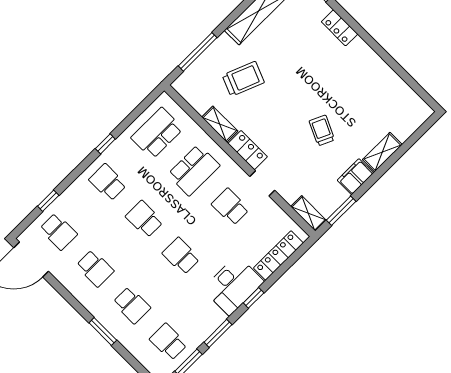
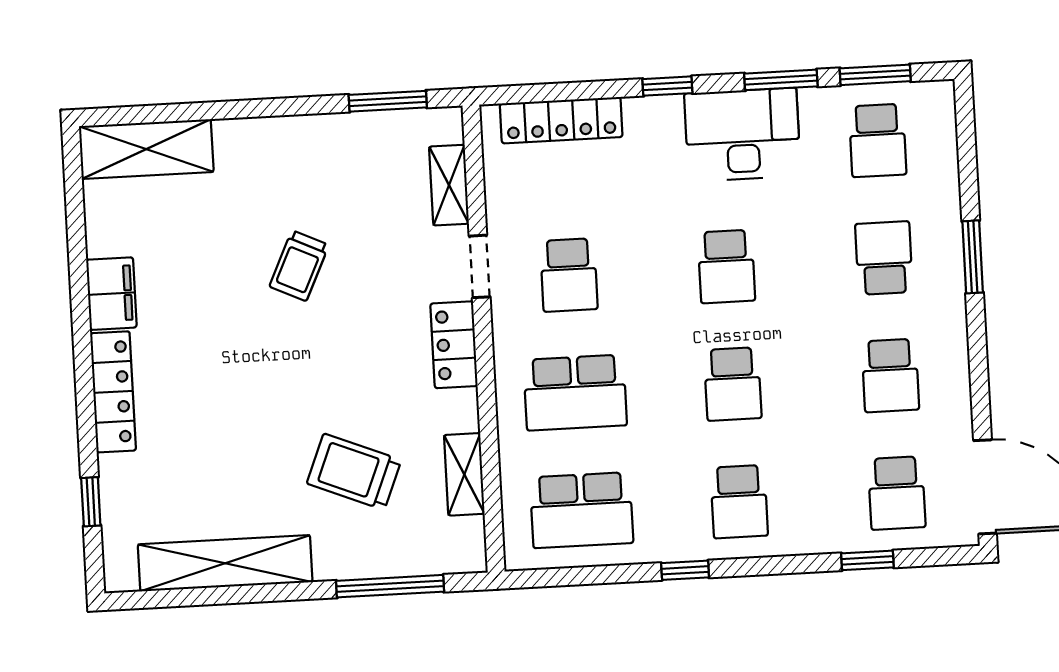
locker: (340, 28) -> (113, 392), width x1.53
shelving: (220, 124) -> (464, 474), moved
shelving: (382, 152) -> (146, 149), moved, width x1.50, depth x1.33
school desk: (194, 170) -> (575, 393), turned 180
filing cabinet: (355, 177) -> (111, 294), moved, turned -90
shelving: (308, 213) -> (449, 185), moved
school desk: (58, 232) -> (897, 493), turned 180
school desk: (95, 268) -> (890, 376), turned 180
desk: (233, 285) -> (742, 135), moved

